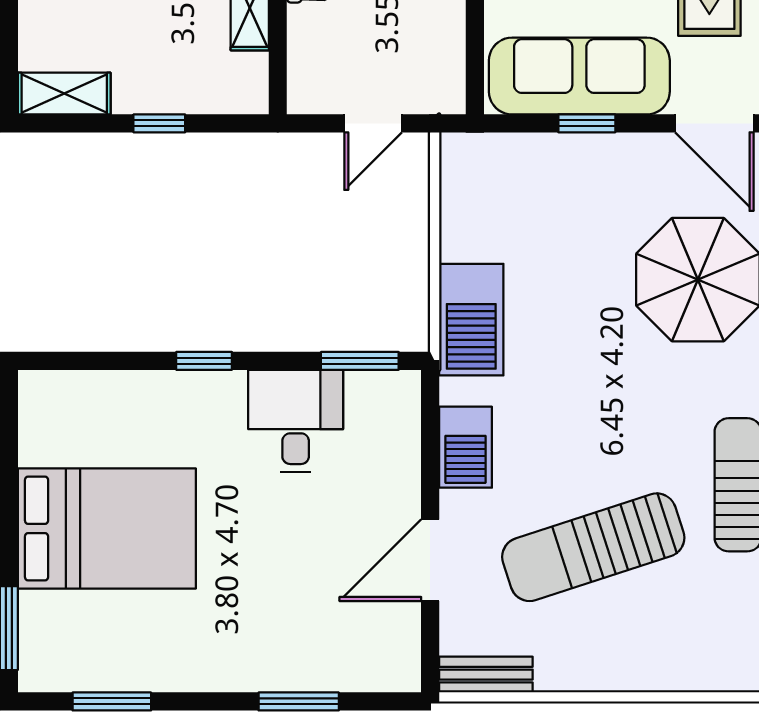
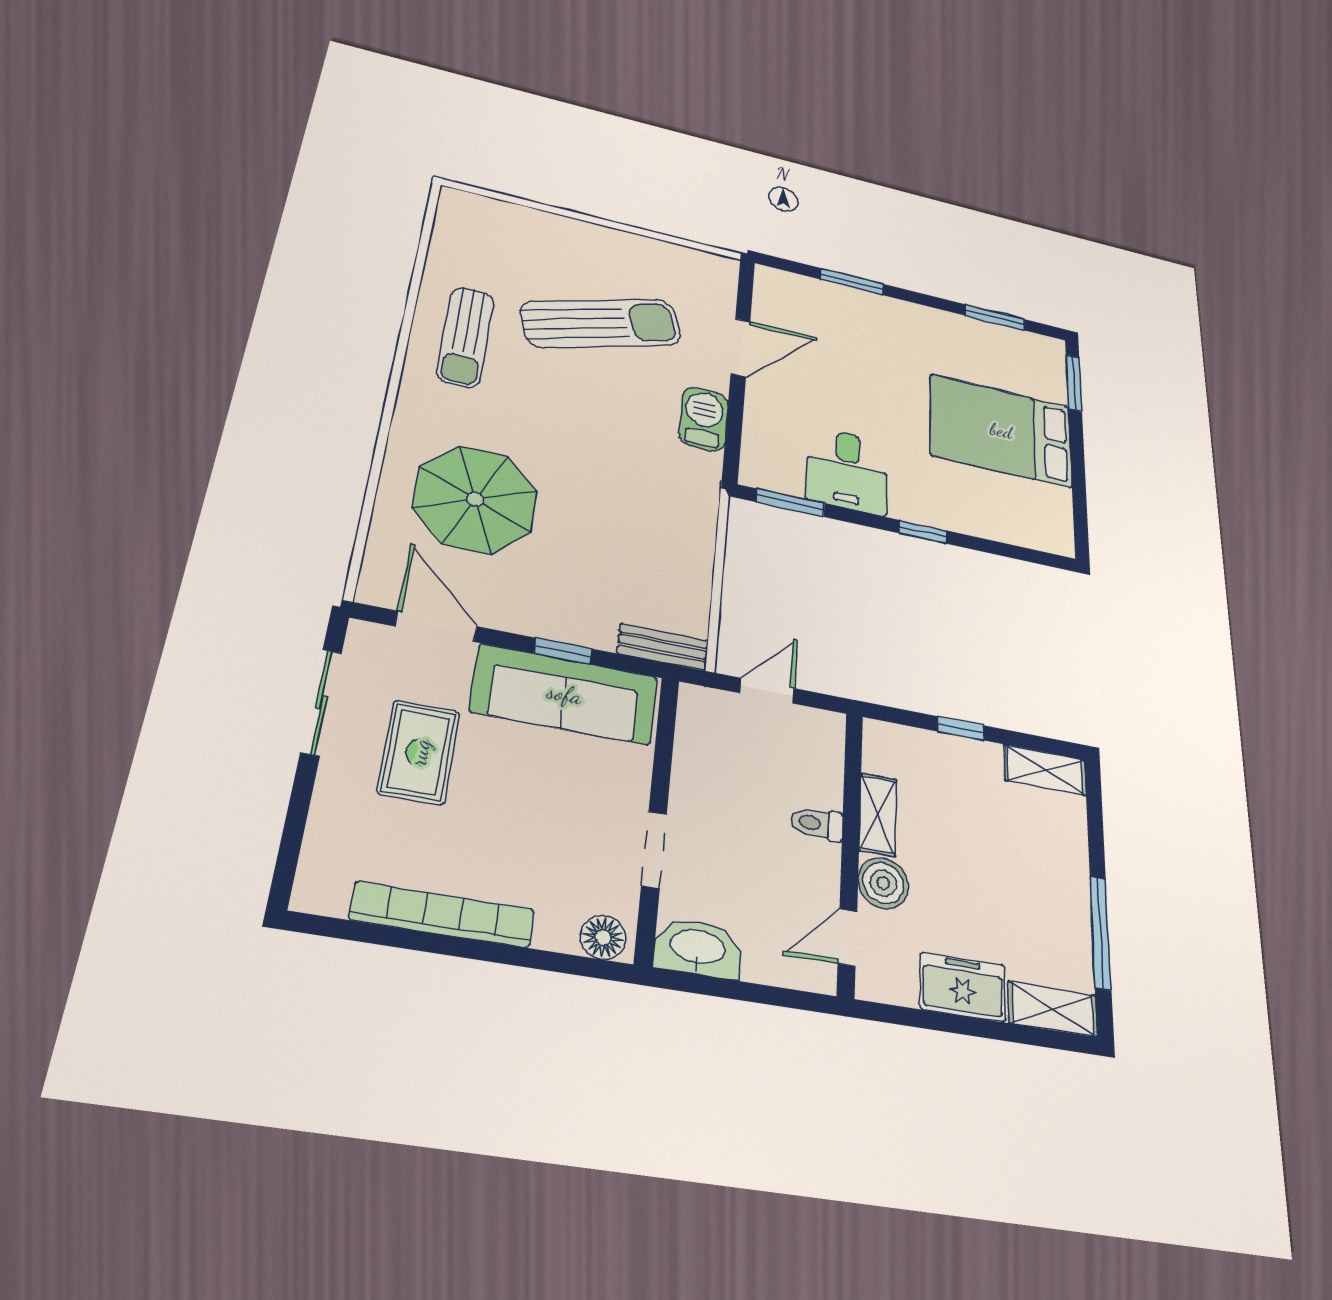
barbecue: (471, 320) -> (690, 513), removed
bench: (486, 675) -> (663, 647), moved

